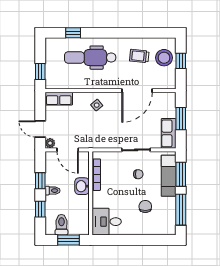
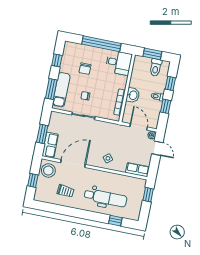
stool: (164, 58) -> (48, 171), moved
row of seats: (169, 133) -> (50, 145), moved
window: (181, 210) -> (57, 60), width x0.46
window: (132, 240) -> (101, 44), added

